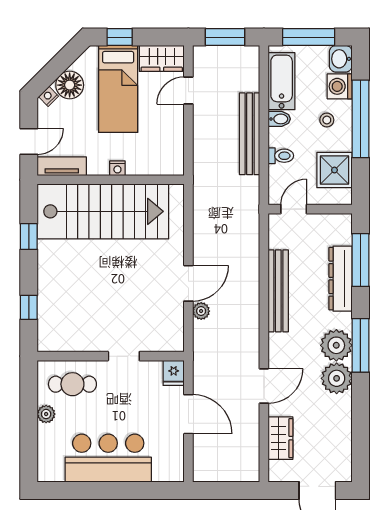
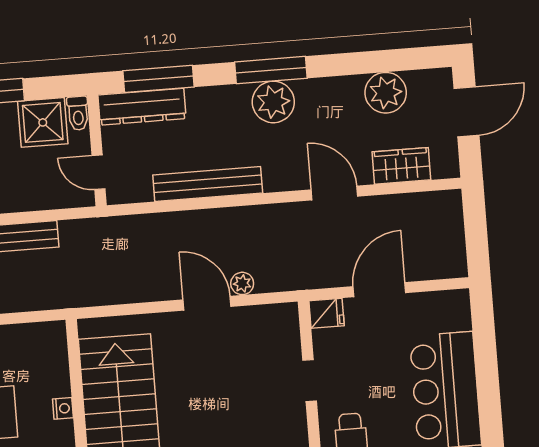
toilet: (281, 156) -> (78, 113), moved, turned 180
dresser: (340, 279) -> (142, 107), moved
plant: (337, 378) -> (386, 93), moved

